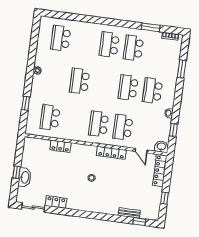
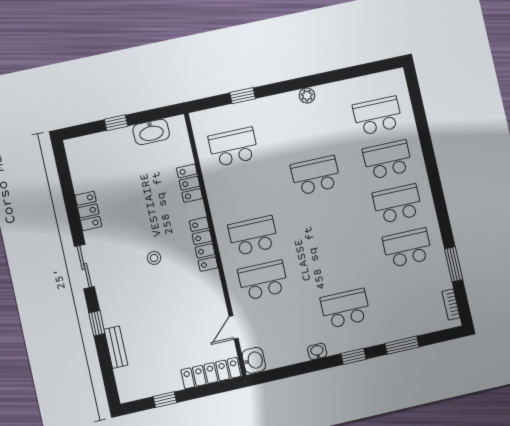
school desk: (128, 88) -> (387, 160), moved
window: (174, 130) -> (354, 356), moved
locker: (111, 153) -> (204, 244), moved
washbasin: (25, 177) -> (151, 132), moved
sliding door: (33, 207) -> (84, 266), moved
window: (139, 222) -> (97, 323), moved

